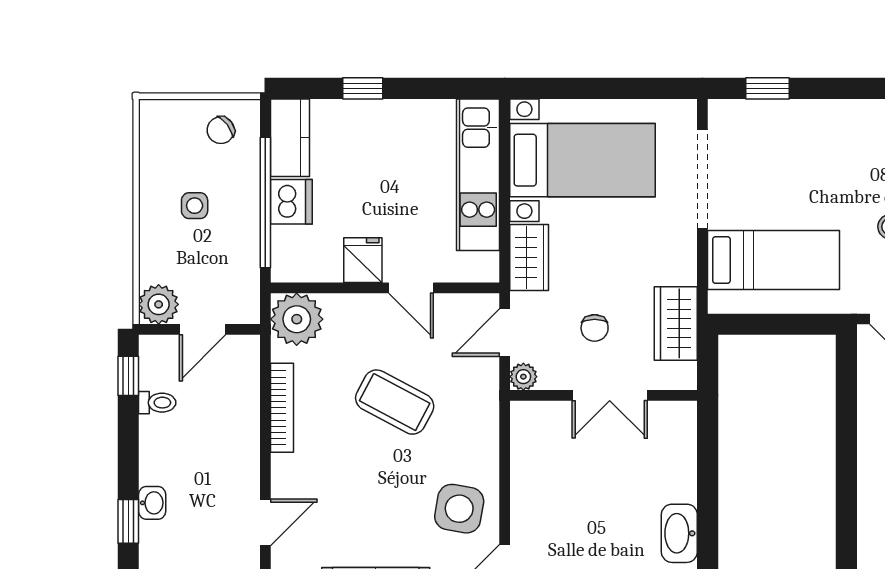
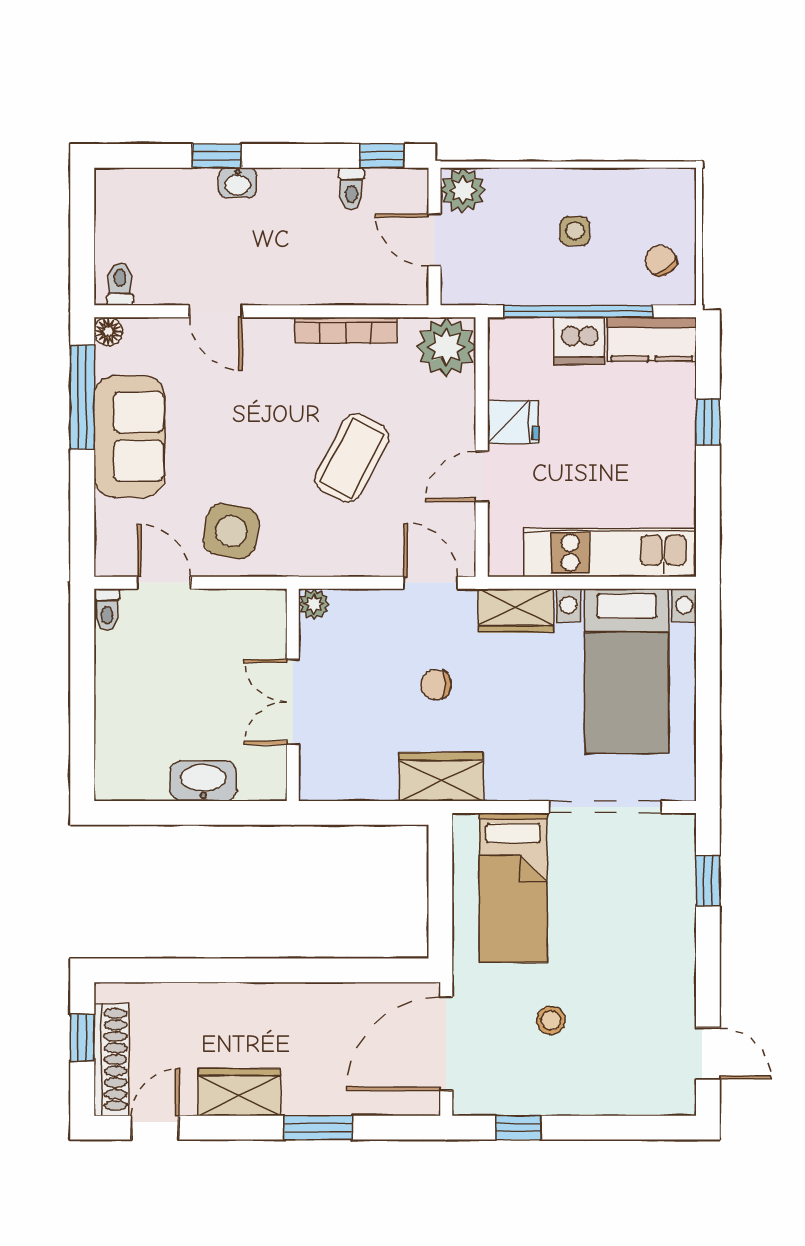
plant: (523, 377) -> (314, 604), moved
wall: (604, 395) -> (293, 695), moved
double door: (610, 395) -> (293, 702), moved

